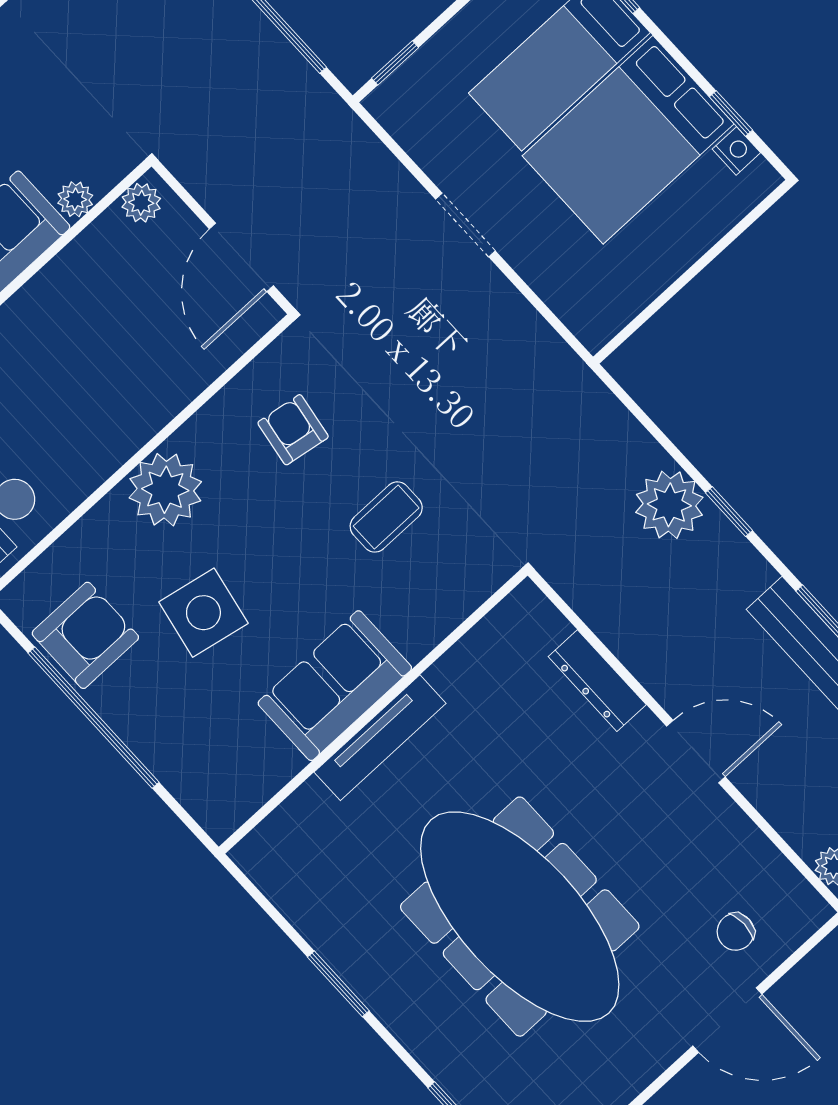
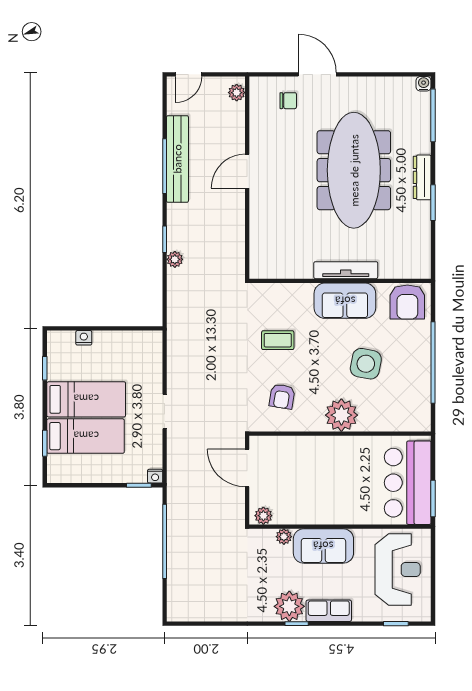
nightstand: (382, 103) -> (155, 476), added
bed: (628, 140) -> (86, 399), width x0.67
nightstand: (736, 151) -> (84, 338), moved, turned 90
door: (241, 257) -> (247, 468), swing flipped
plant: (669, 505) -> (175, 259), width x0.53, depth x0.53
armchair: (85, 635) -> (407, 302), moved, turned -90
dresser: (597, 681) -> (422, 177), moved, turned 180
door: (696, 752) -> (247, 171), hinge flipped

